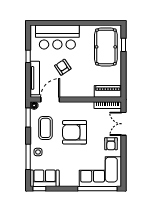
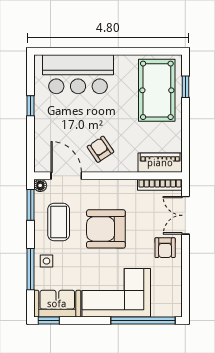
armchair: (63, 67) -> (100, 149), moved
tv unit: (35, 78) -> (41, 141), removed
door: (50, 100) -> (66, 176), hinge flipped
corner sofa: (100, 172) -> (116, 293), moved

